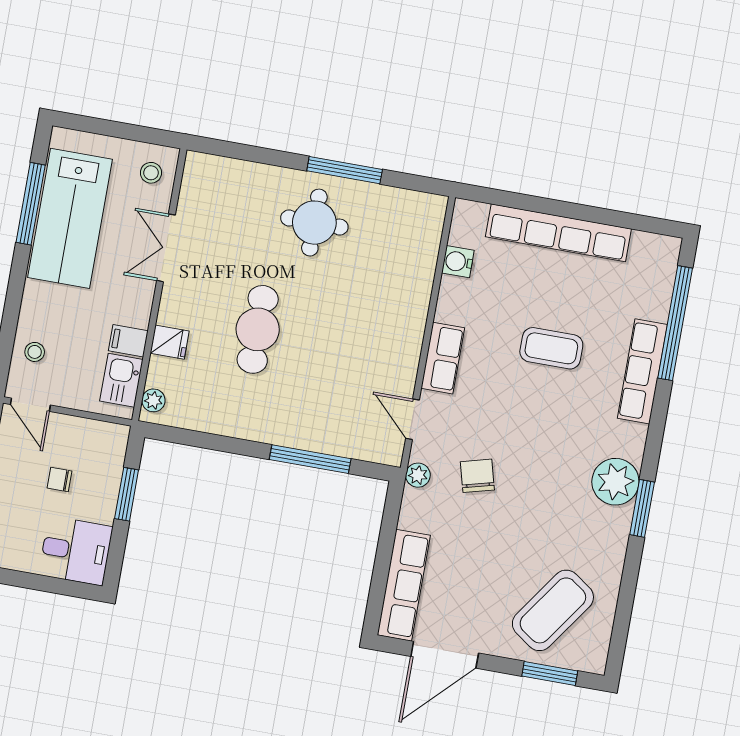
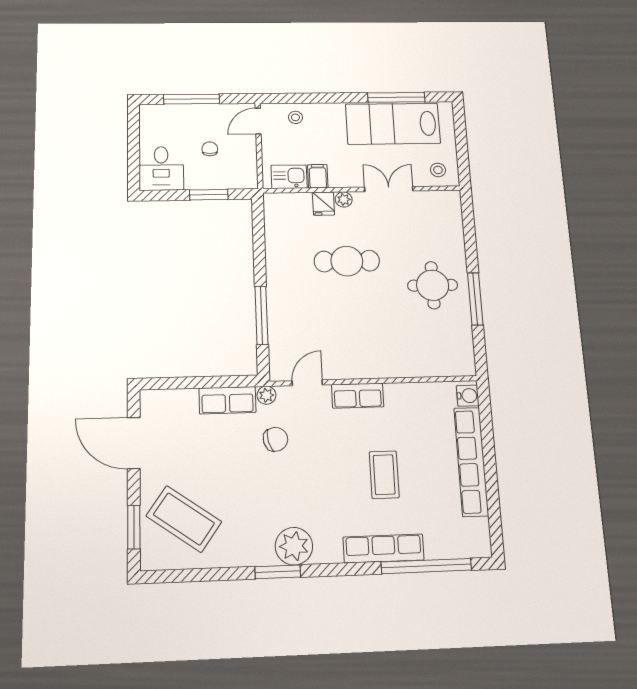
water cooler: (458, 262) -> (468, 396), moved, turned 90
plant: (153, 400) -> (344, 199), moved
row of seats: (404, 585) -> (227, 400), moved, width x0.68

